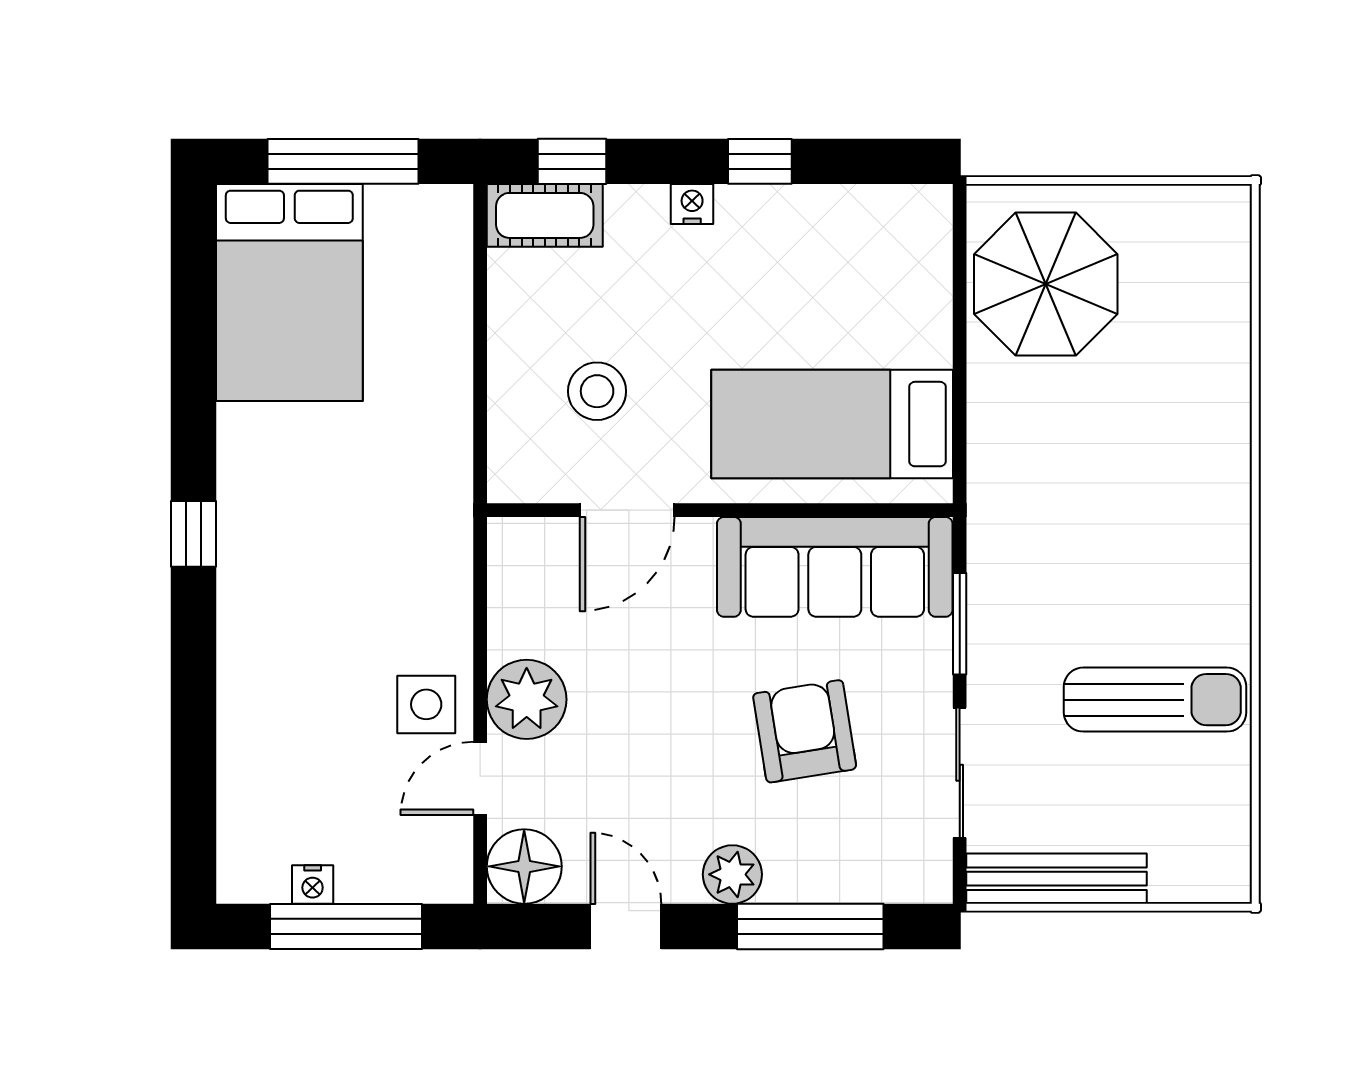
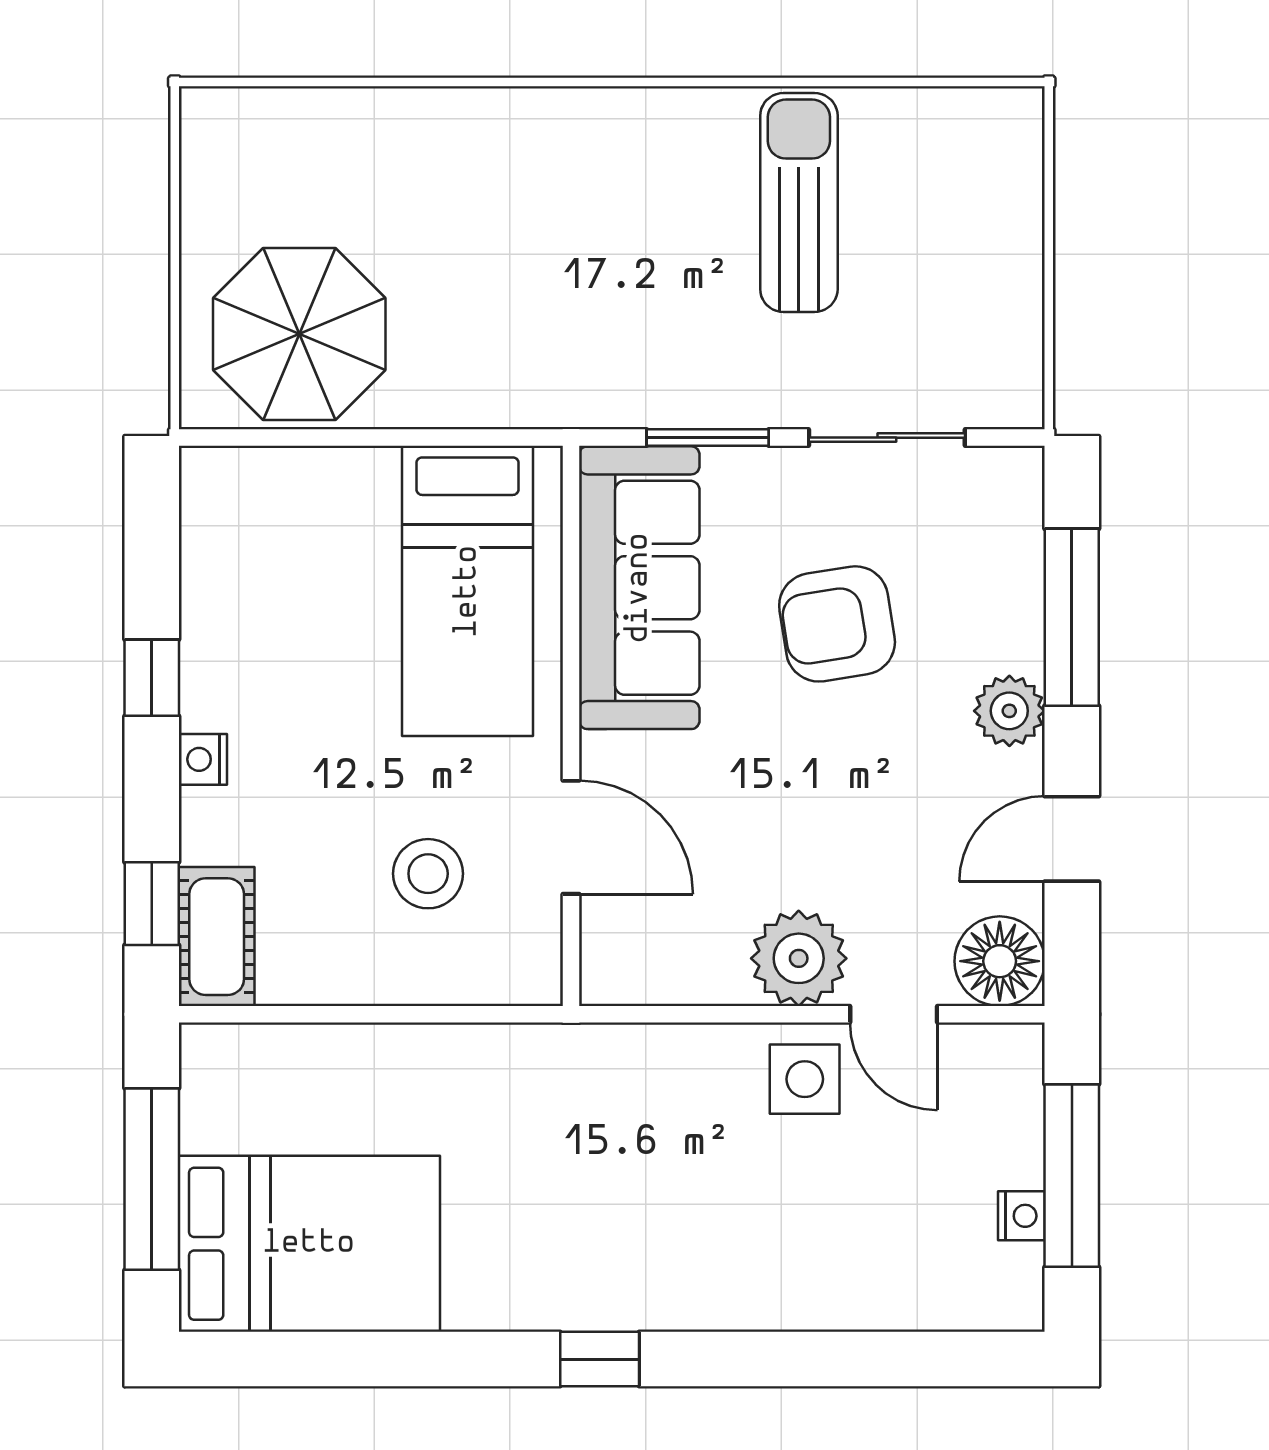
bench: (1056, 879) -> (1014, 321), removed

